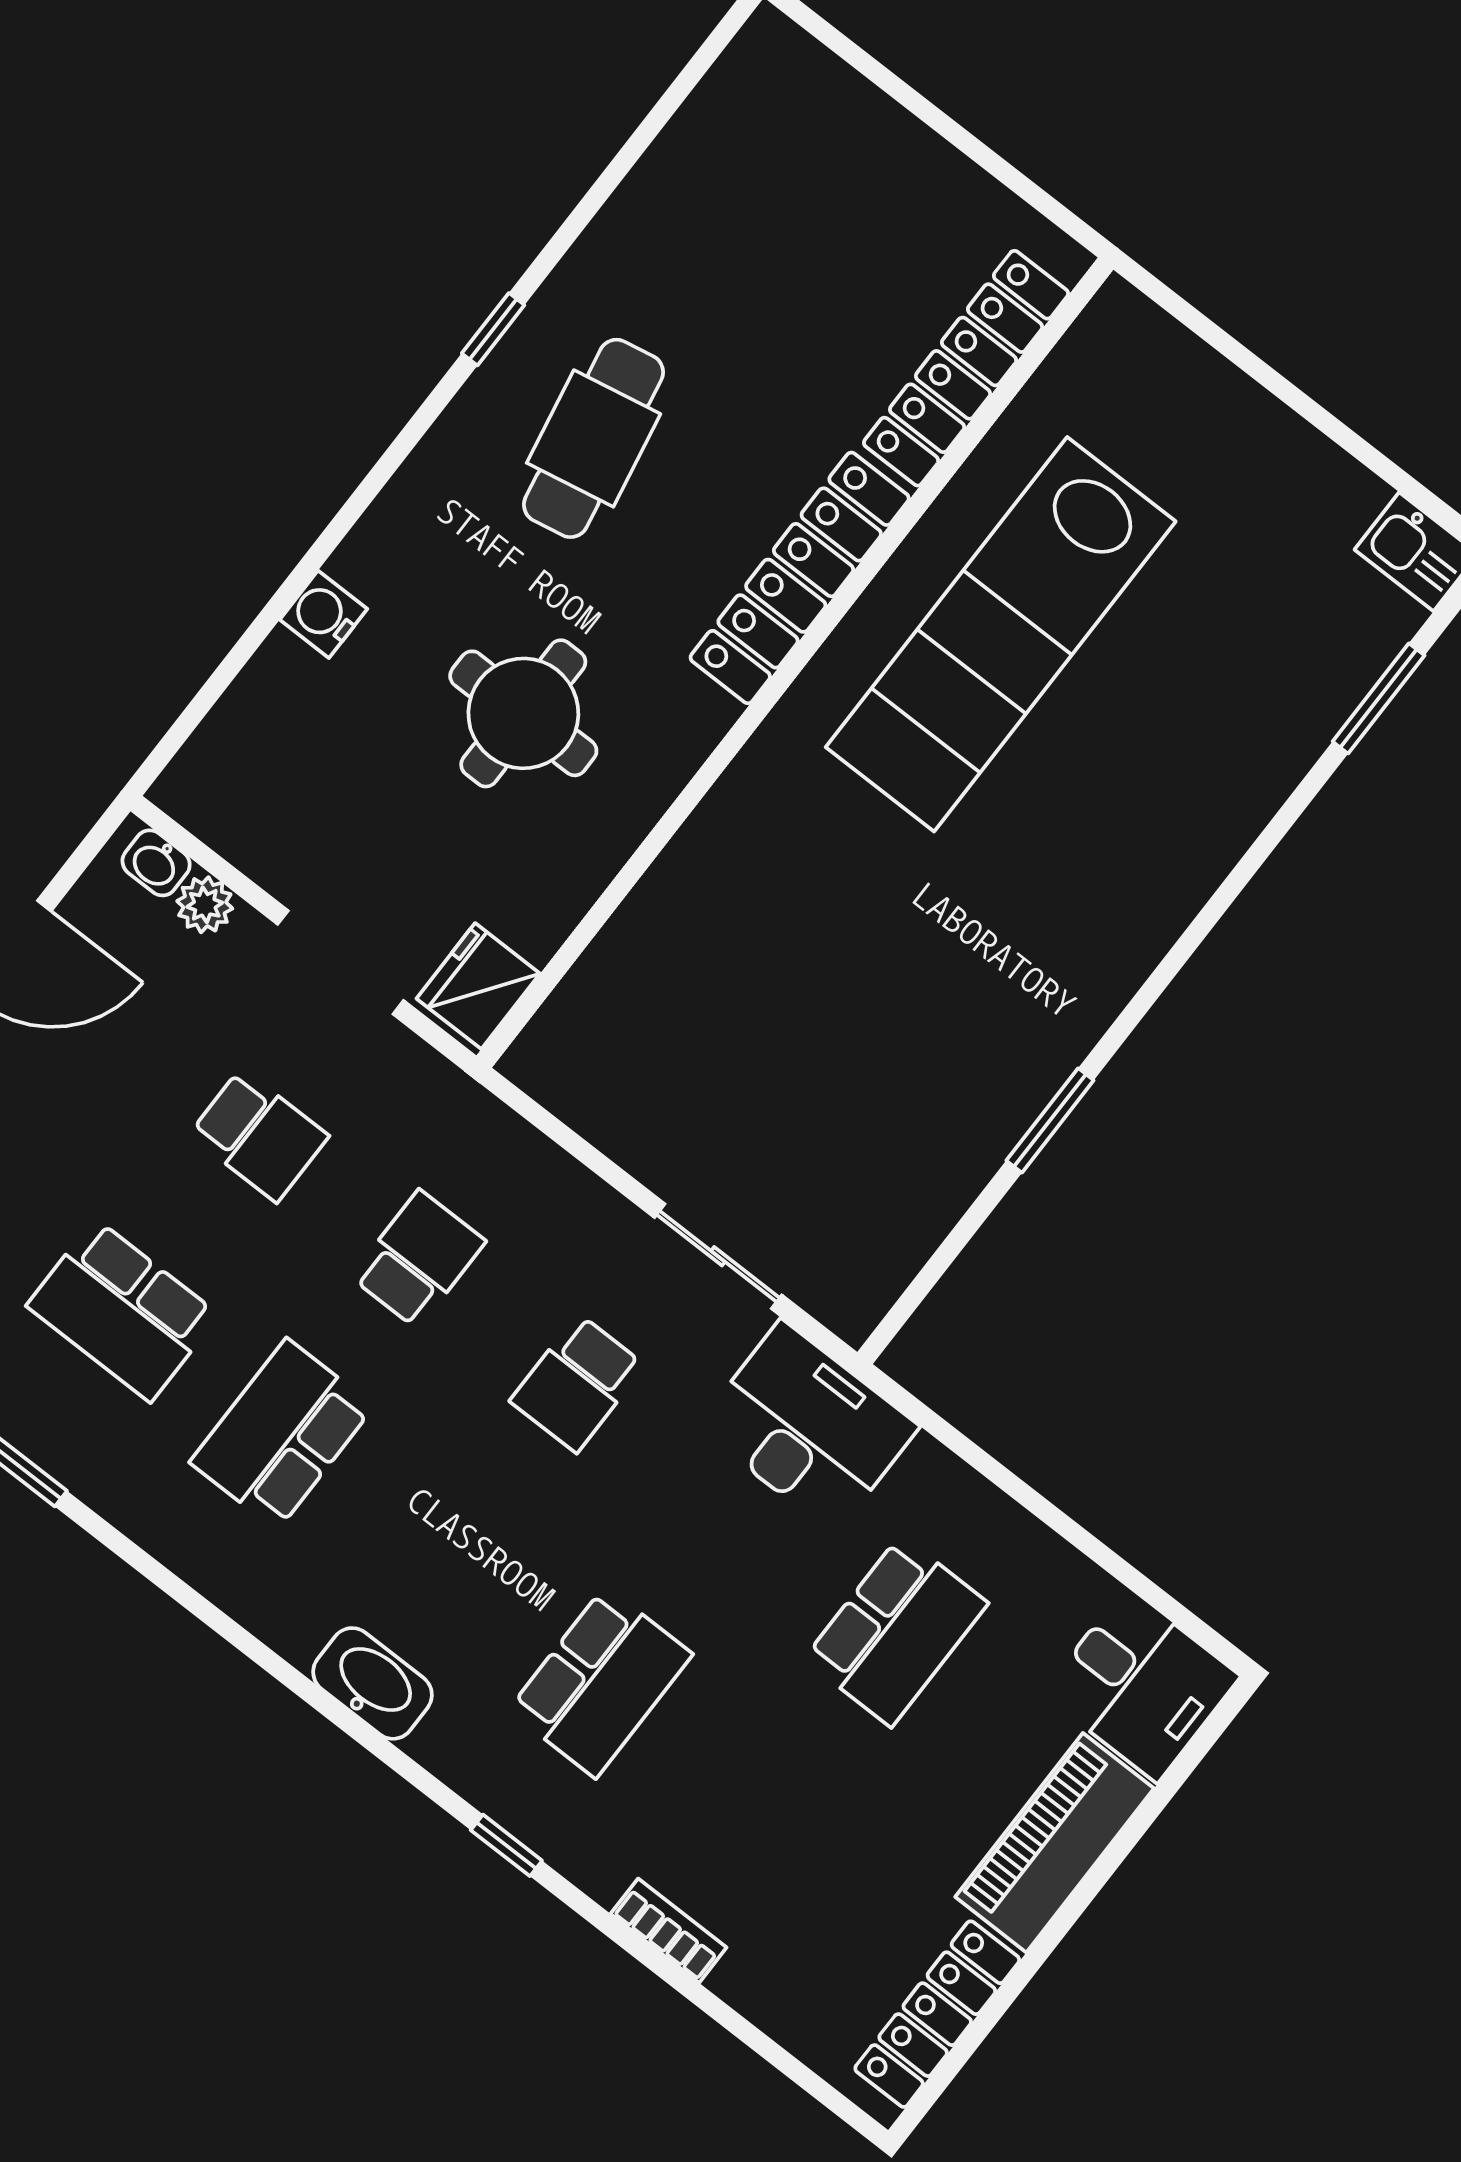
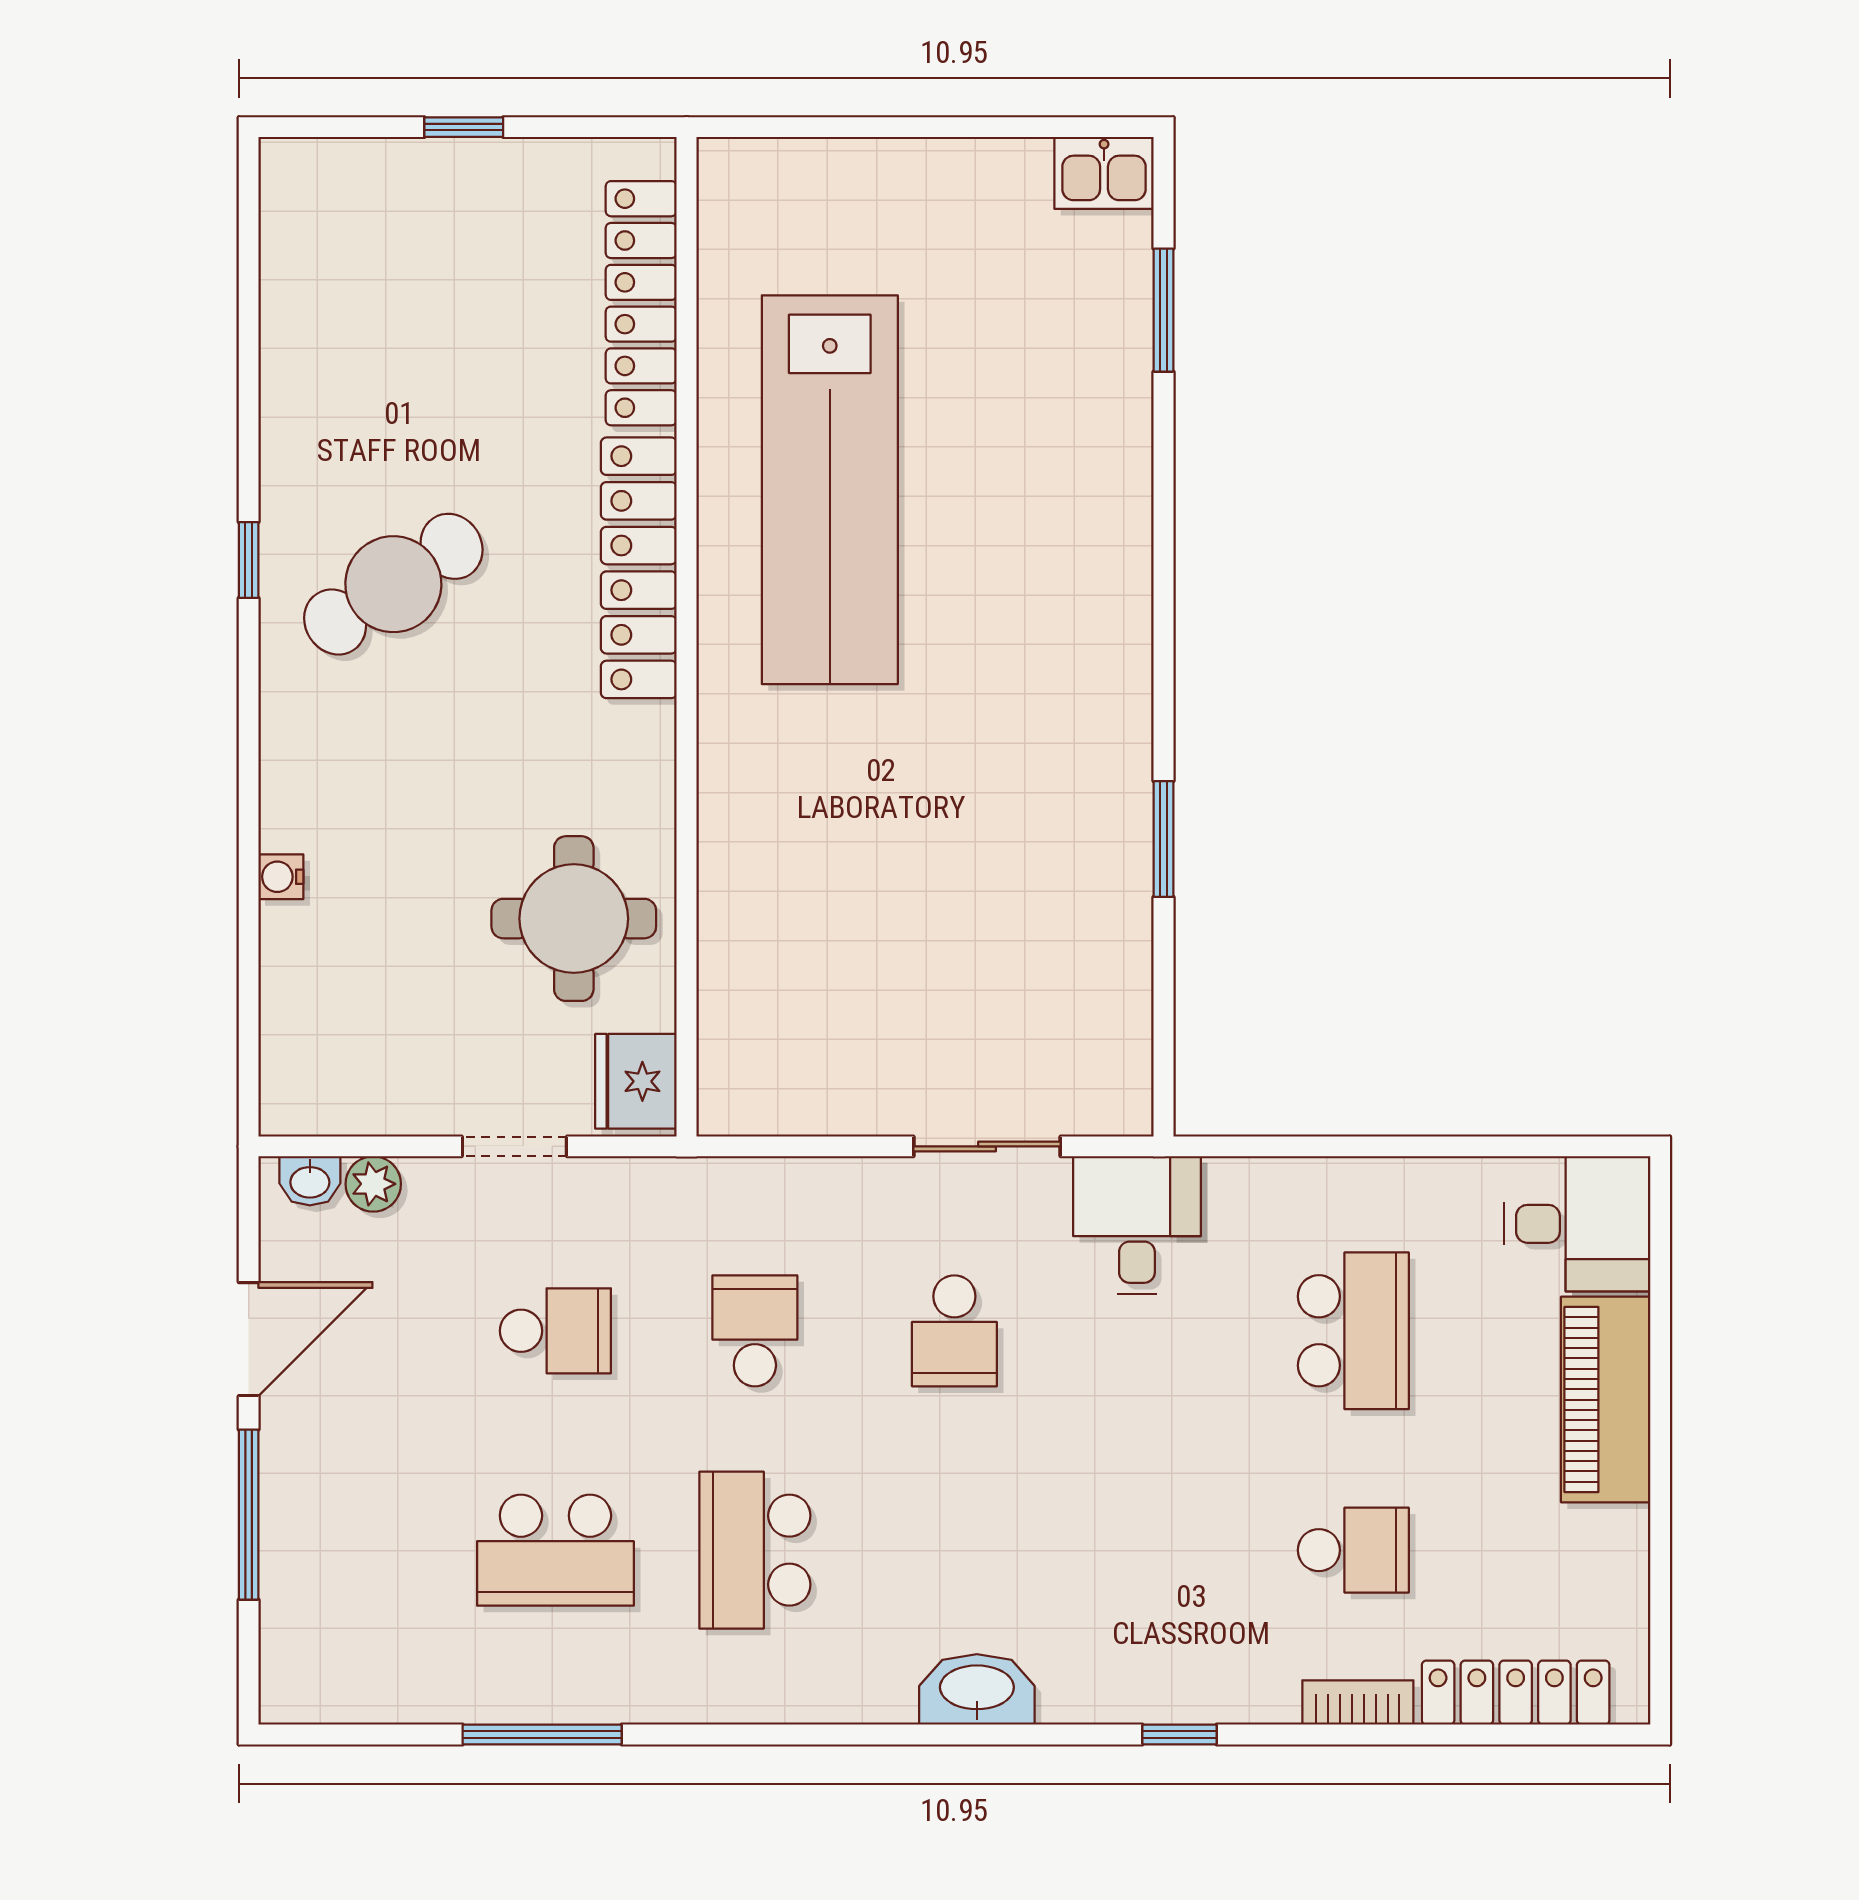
window: (934, 117) -> (464, 127), added
cafe table: (594, 438) -> (393, 584), turned 68
water cooler: (323, 614) -> (281, 877), width x0.72, depth x0.72
round table: (523, 713) -> (574, 919), moved
doorway: (341, 962) -> (514, 1146), width x0.73
desk: (808, 1427) -> (1137, 1225), width x0.73
school desk: (600, 1682) -> (1353, 1550), moved, width x0.54
locker: (937, 2014) -> (1516, 1693), moved, turned 90

